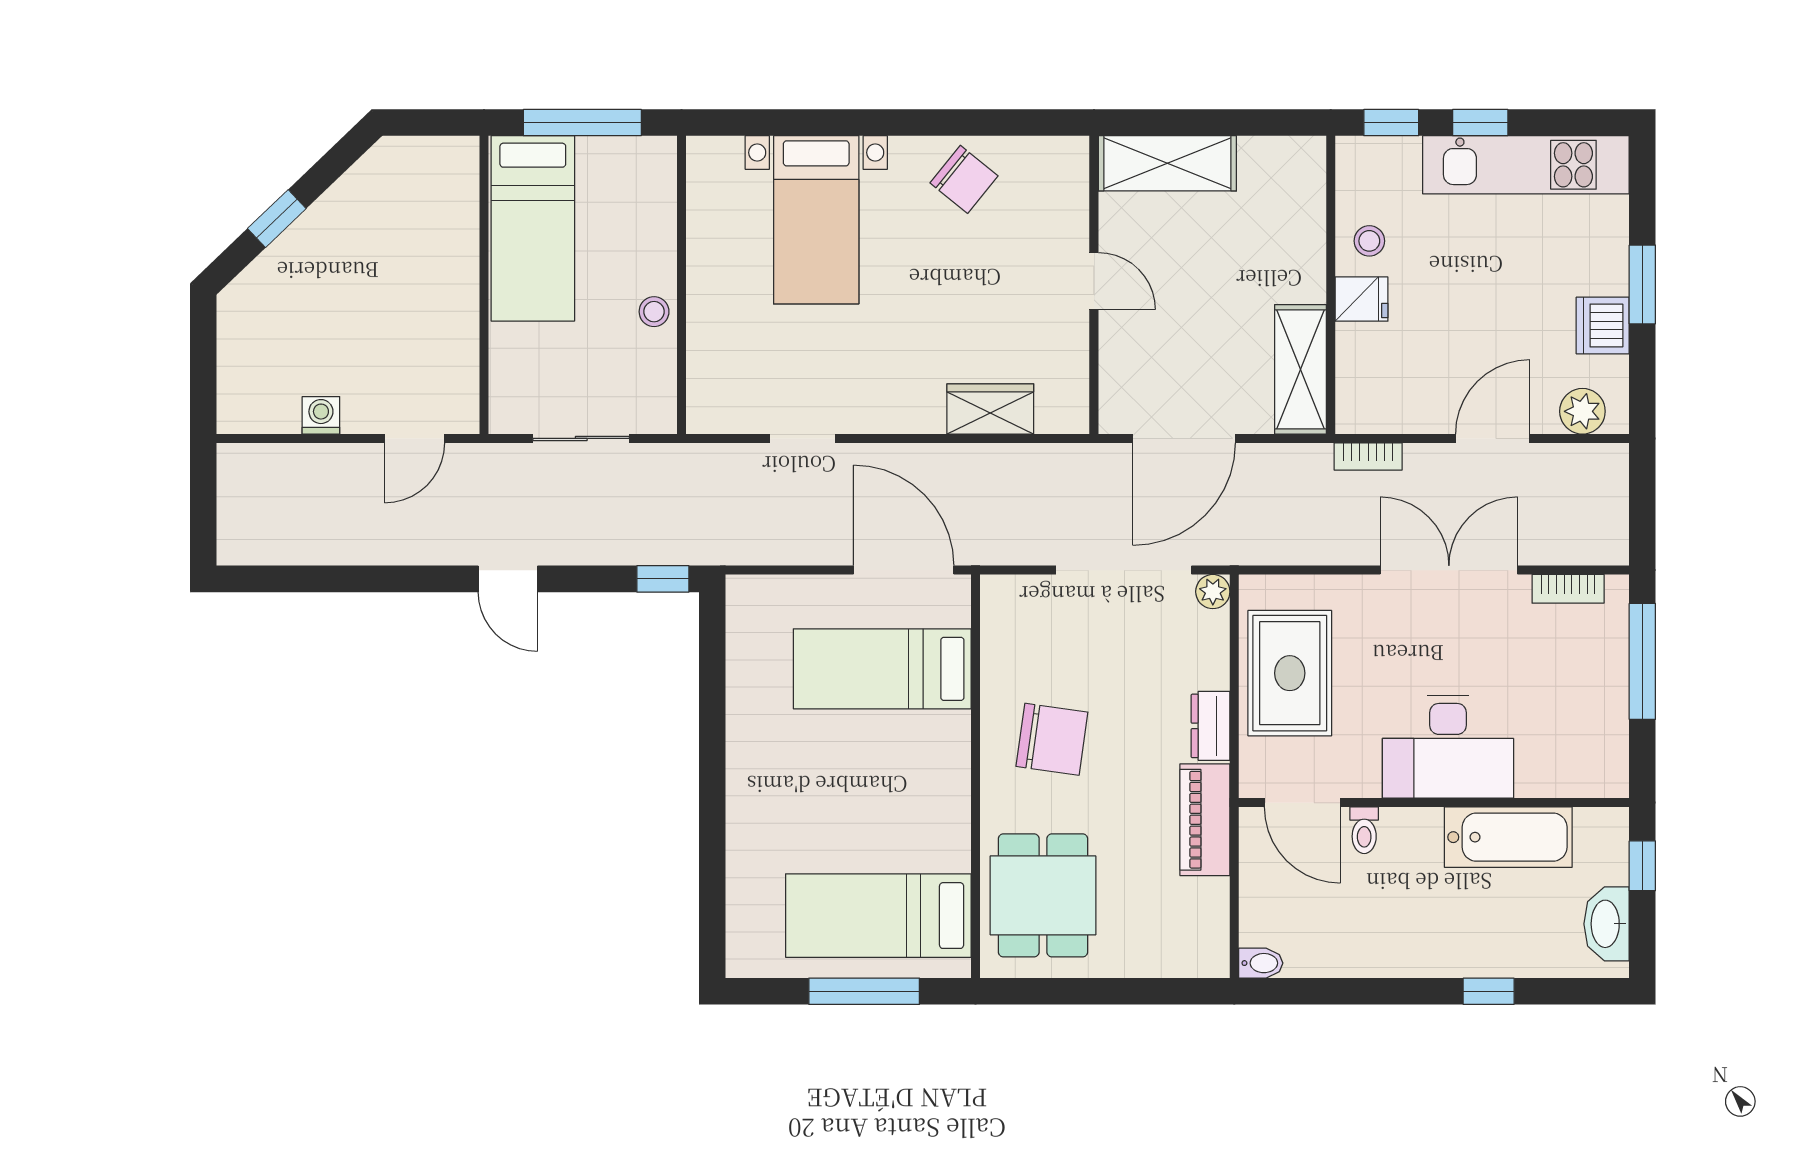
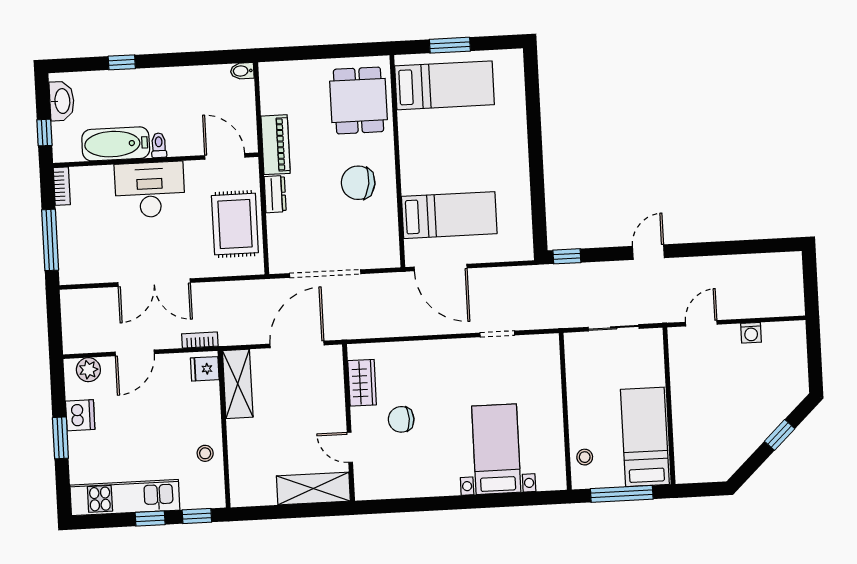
chair: (964, 179) -> (401, 419), moved, turned -39
door: (1094, 281) -> (350, 447), moved
fridge: (1362, 299) -> (205, 369), moved
stool: (654, 312) -> (585, 457), moved
wardrobe: (990, 409) -> (362, 383), moved, turned -90
door: (508, 579) -> (648, 252), hinge flipped
bookcase: (1568, 589) -> (62, 186), moved, turned 90
plant: (1213, 592) -> (278, 265), removed
toilet: (1364, 830) -> (159, 145), moved
window: (864, 991) -> (450, 45), width x0.69

